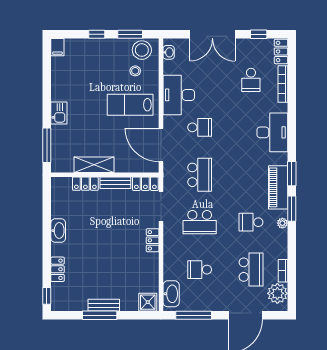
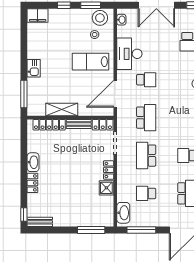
filing cabinet: (57, 47) -> (38, 16), width x2.00
door: (161, 145) -> (115, 94), hinge flipped
locker: (85, 184) -> (49, 125), width x1.53
school desk: (200, 222) -> (146, 156), turned 90
locker: (58, 269) -> (32, 183), moved
shower: (148, 302) -> (106, 188), moved
bench: (104, 305) -> (40, 222), moved
window: (100, 315) -> (91, 230), moved

